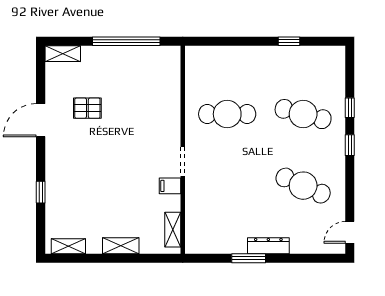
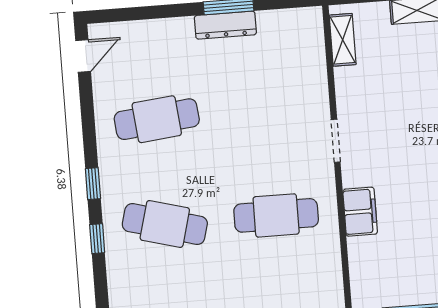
filing cabinet: (170, 186) -> (360, 212), moved, width x2.00
cafe table: (303, 186) -> (157, 119), turned -30
dresser: (268, 246) -> (225, 25), moved

